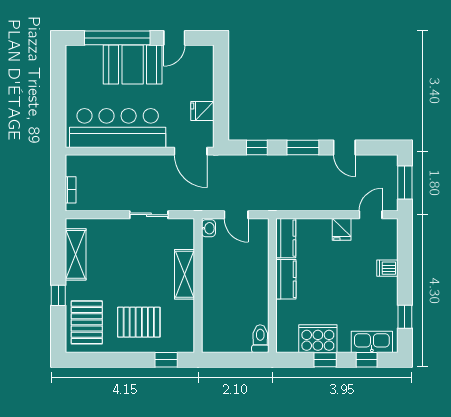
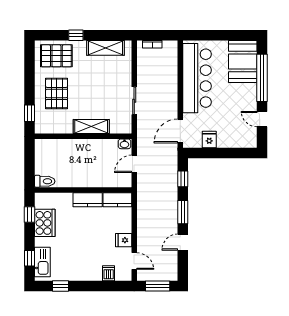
booth: (133, 65) -> (243, 62), moved
dishwasher: (387, 268) -> (109, 273), moved
window: (325, 360) -> (29, 215), moved

